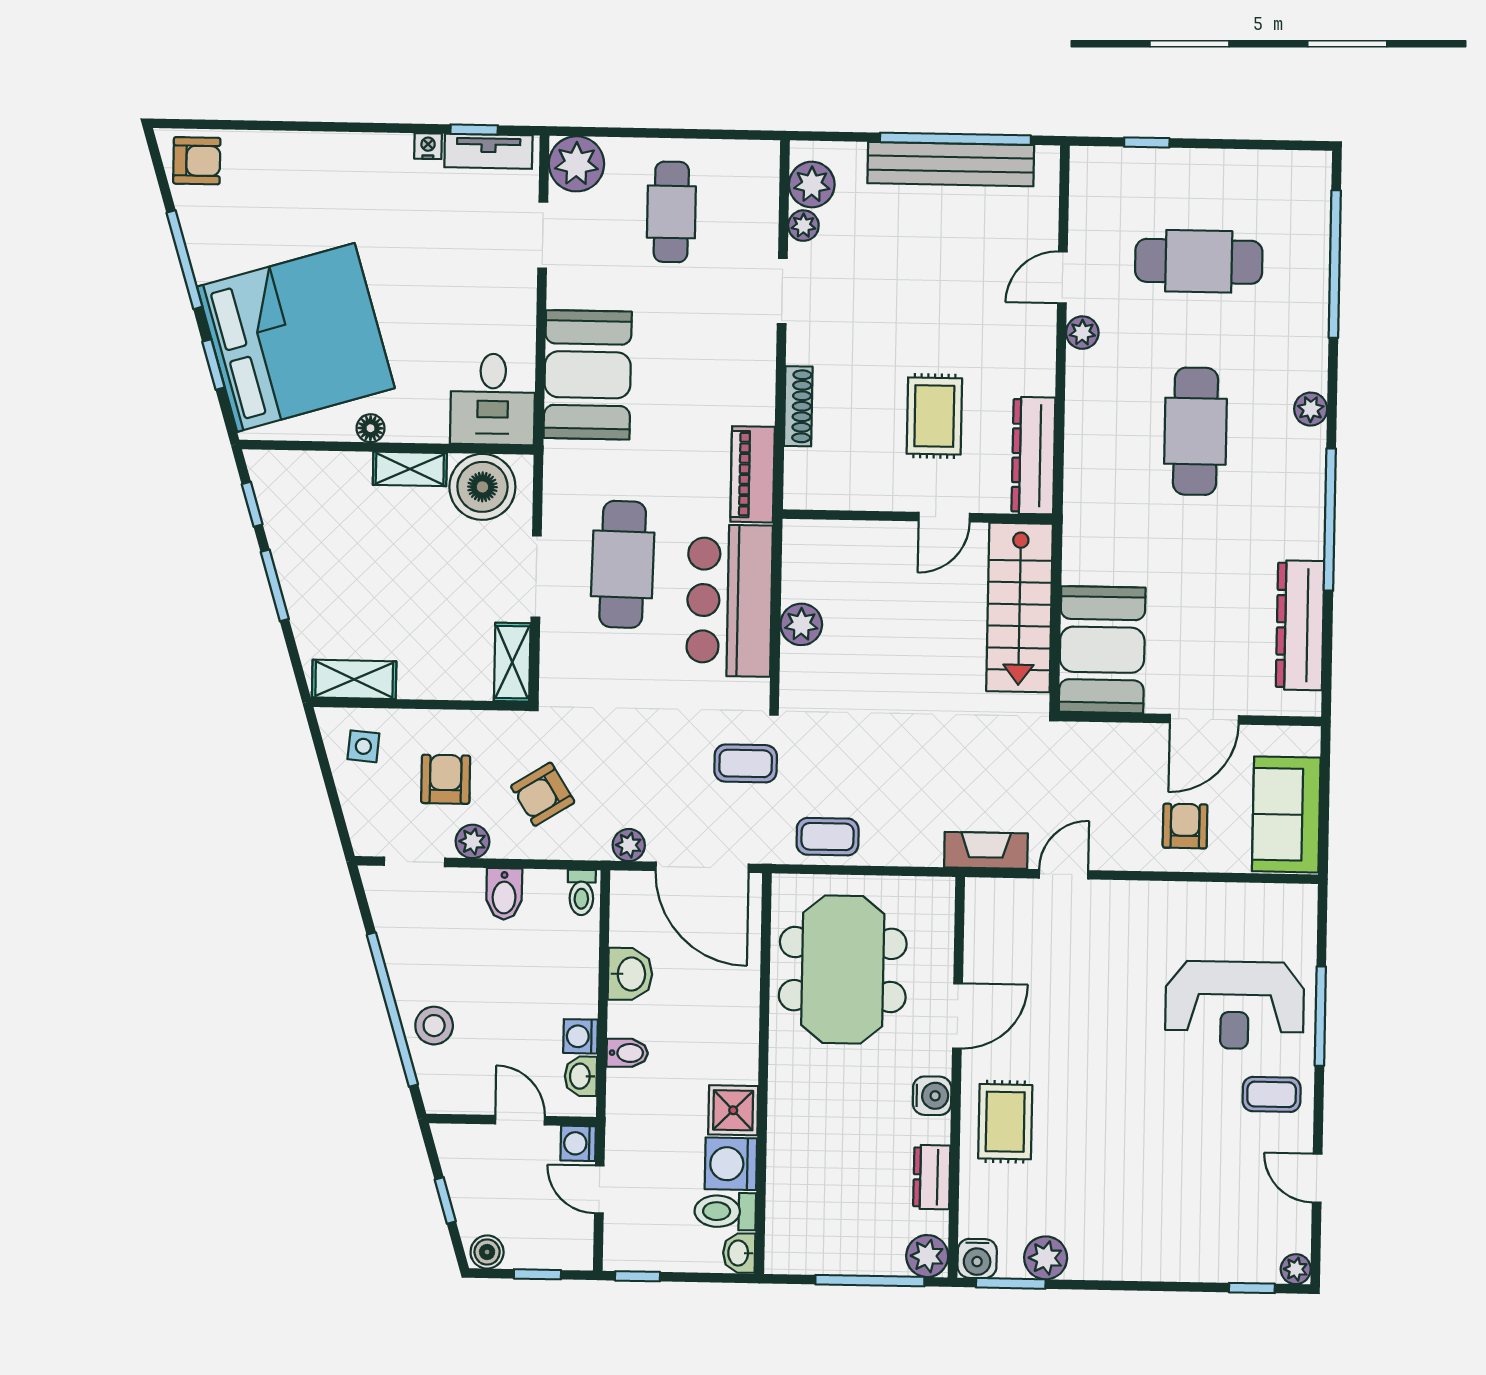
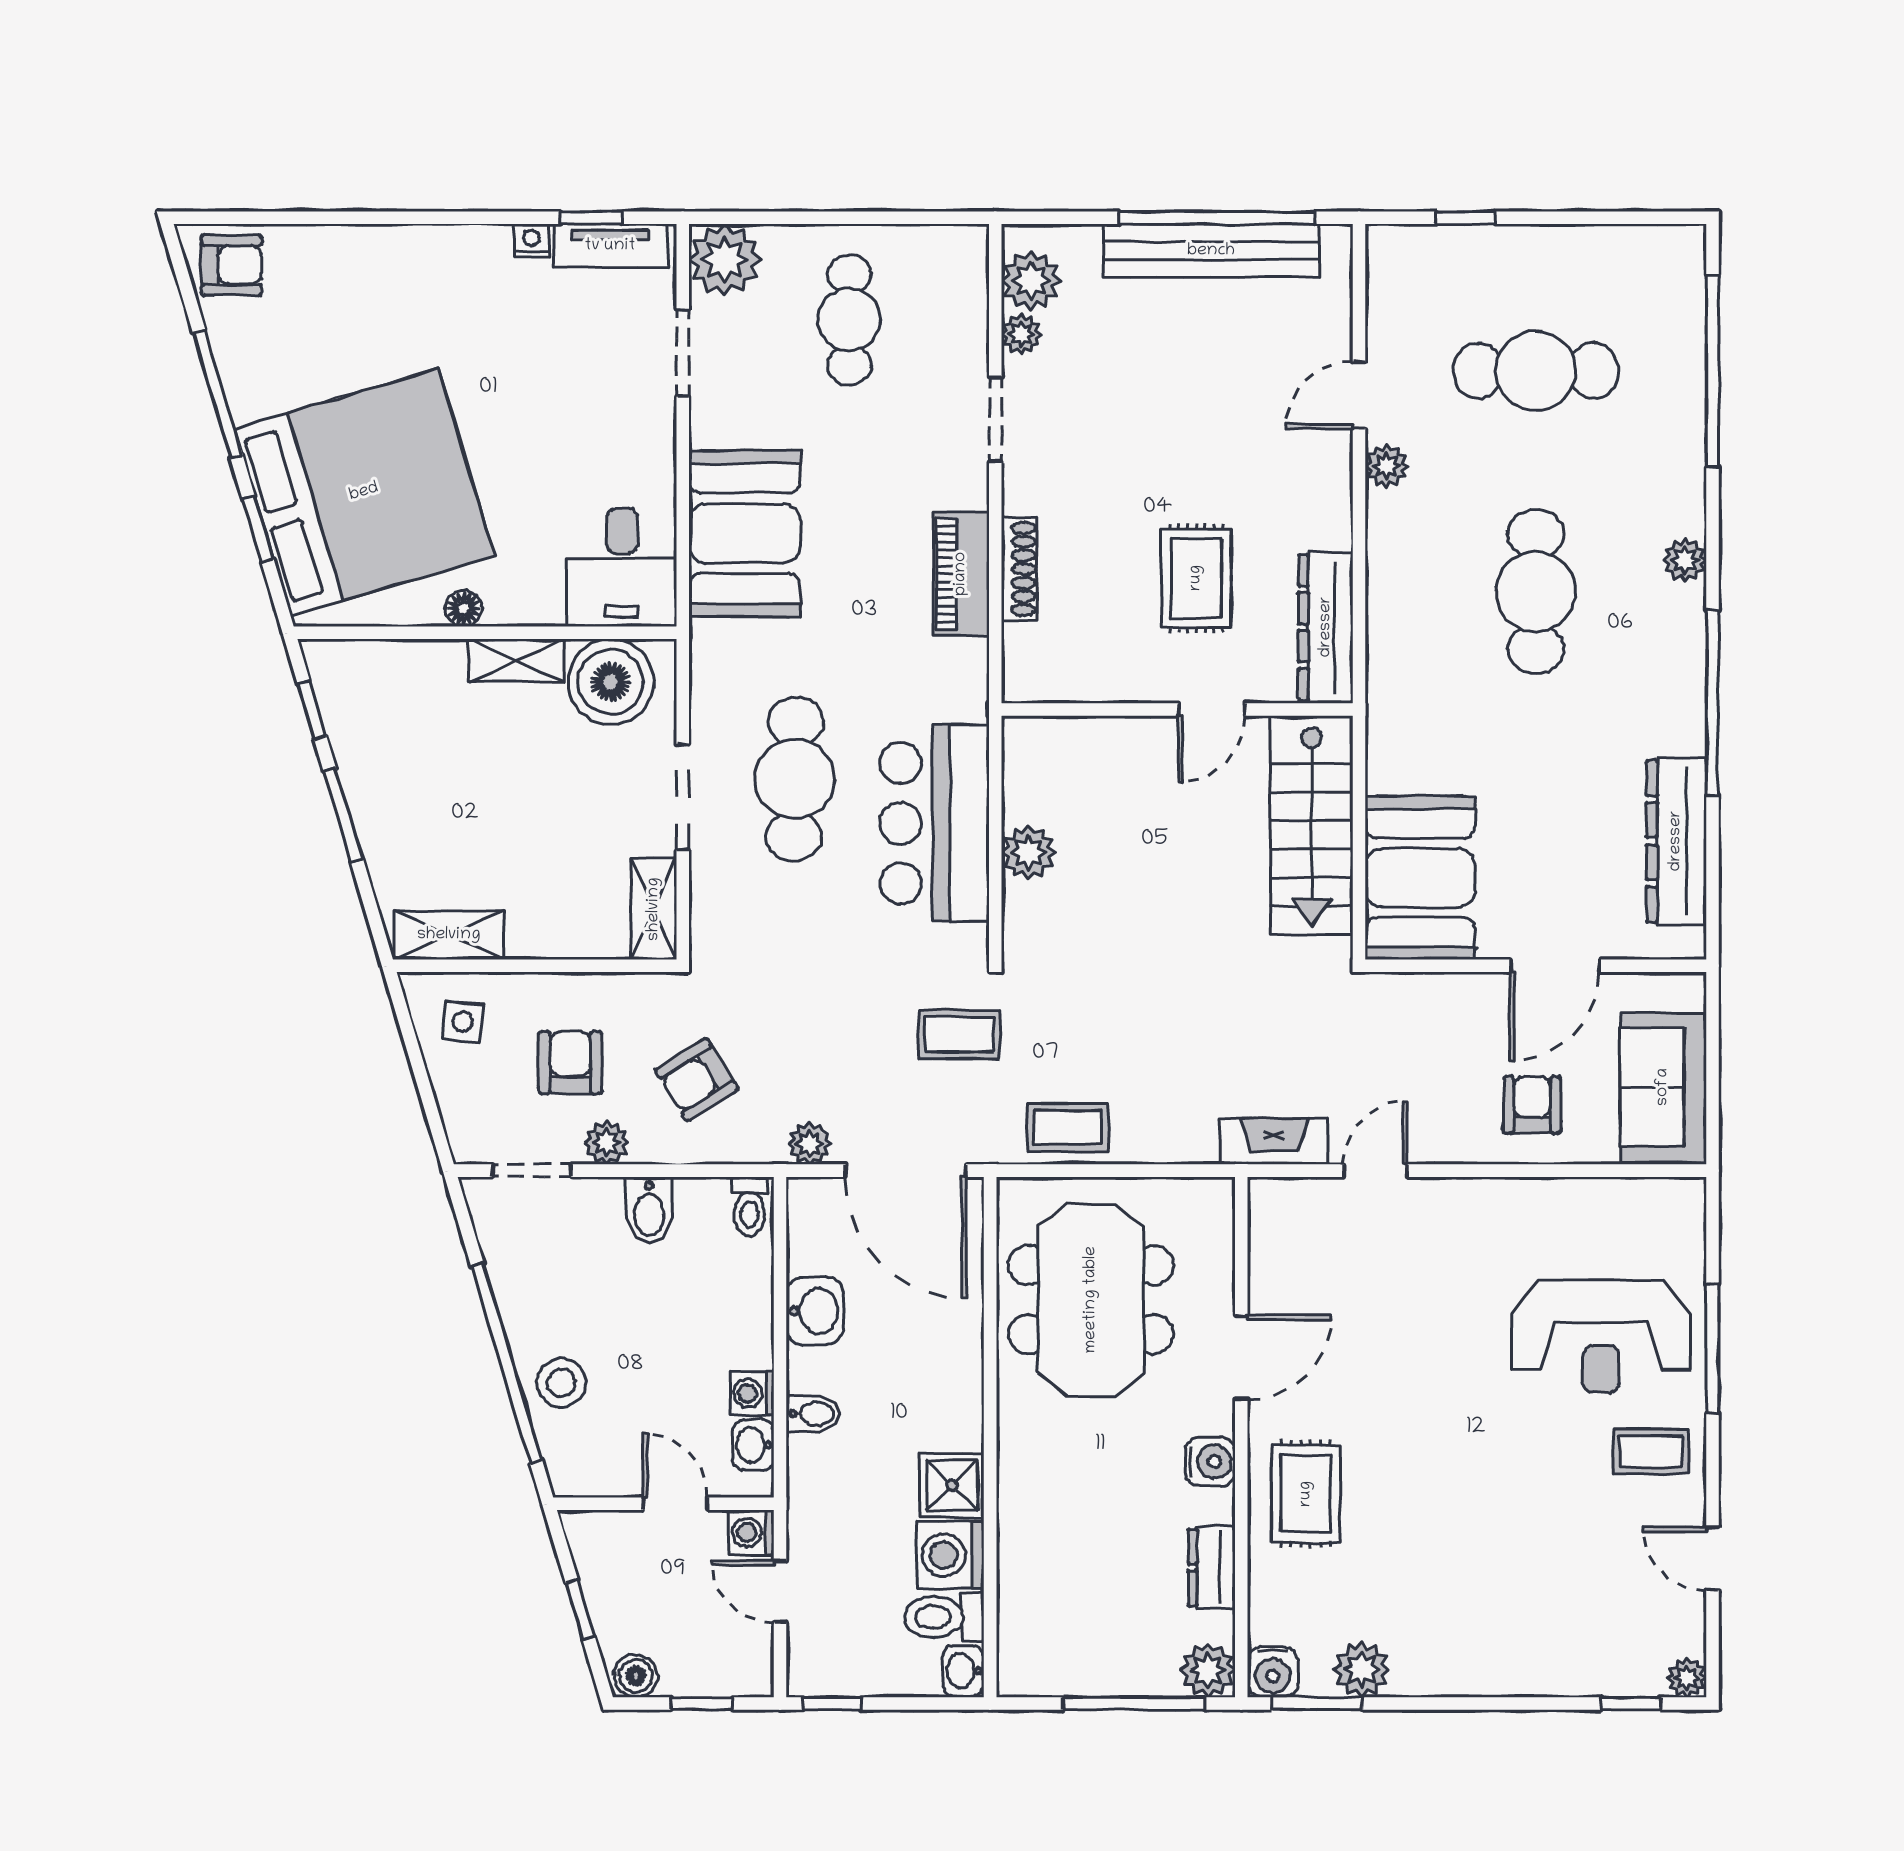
piano: (753, 474) -> (961, 574), moved

